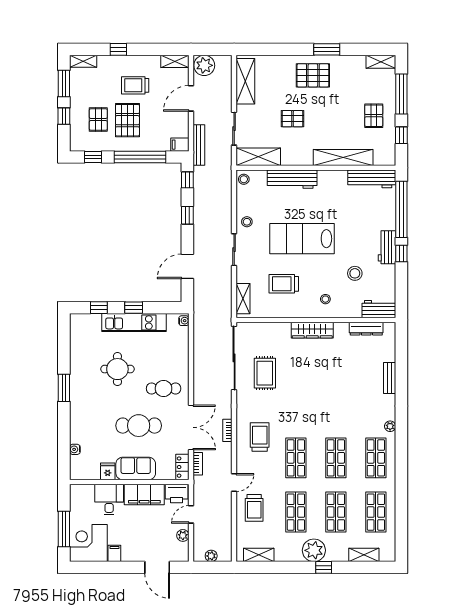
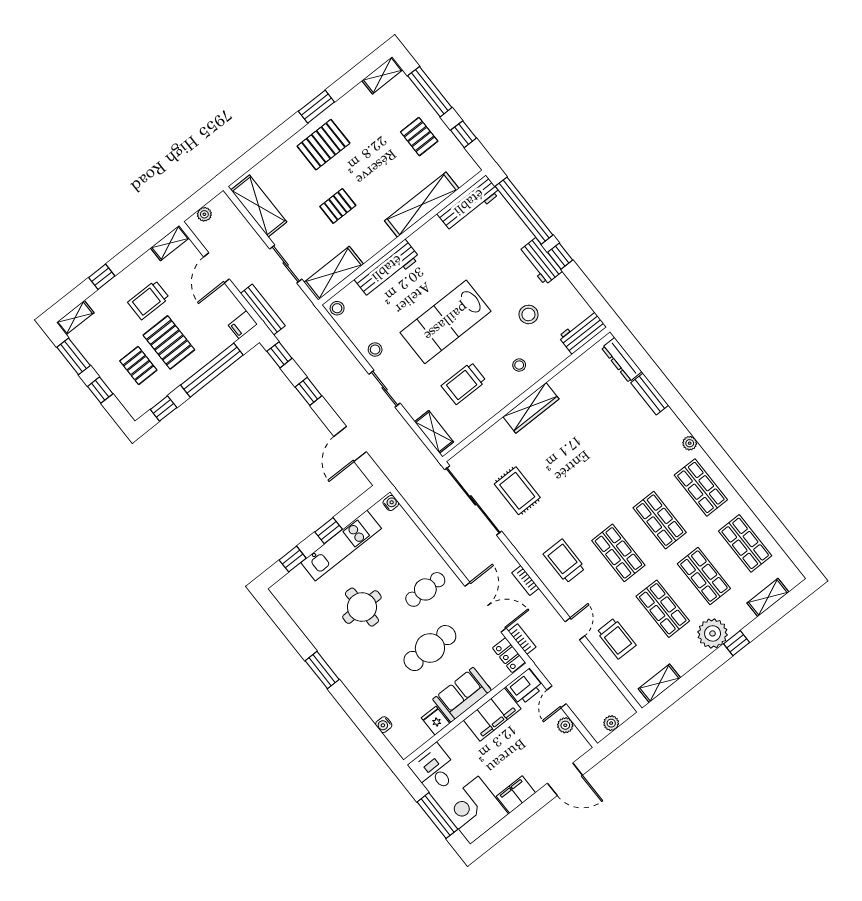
plant: (204, 65) -> (204, 214), width x0.53, depth x0.53
dresser: (366, 329) -> (622, 360), moved, turned 90
desk: (109, 500) -> (434, 769), moved
filing cabinet: (114, 553) -> (516, 794), width x2.00

